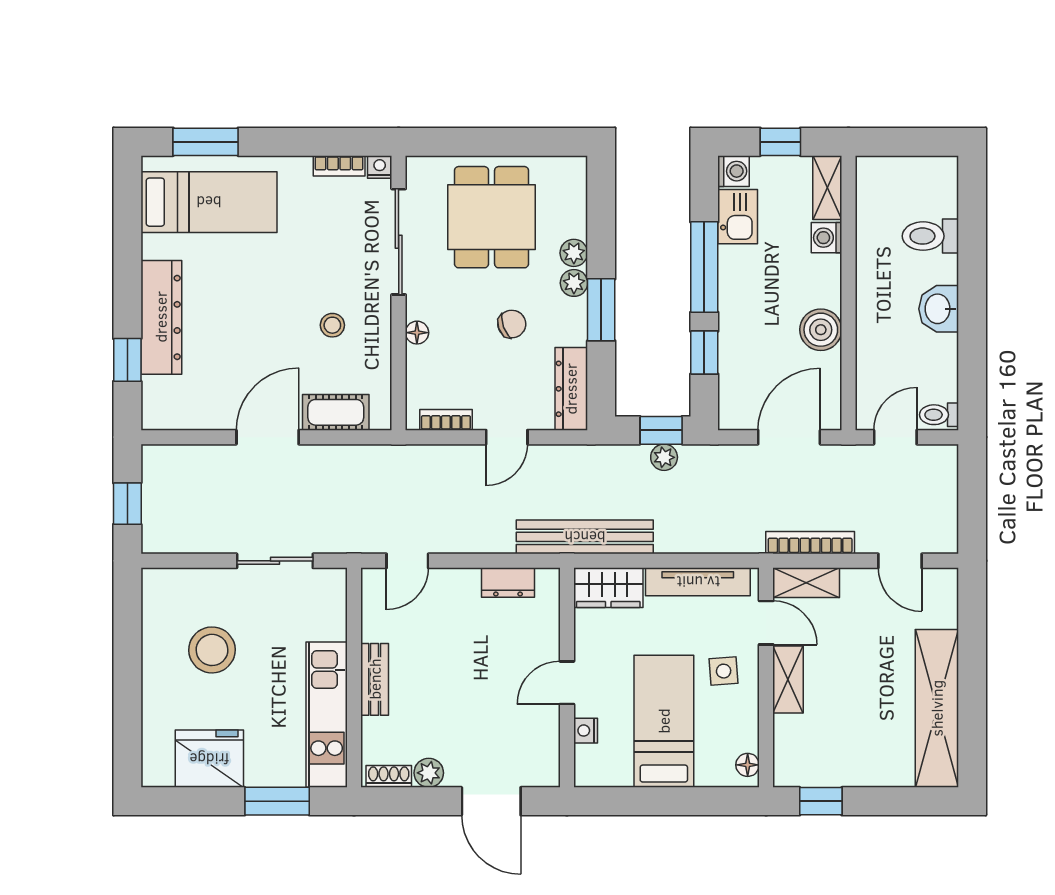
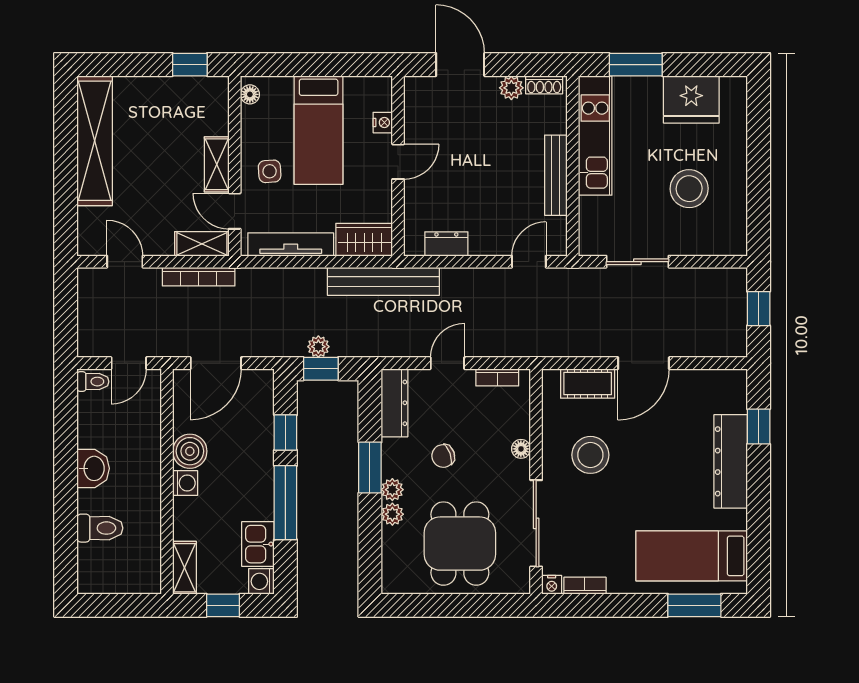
washing machine: (826, 238) -> (185, 483), moved
stool: (332, 325) -> (590, 455), width x1.89, depth x1.89
bench: (375, 679) -> (556, 175), width x1.36

